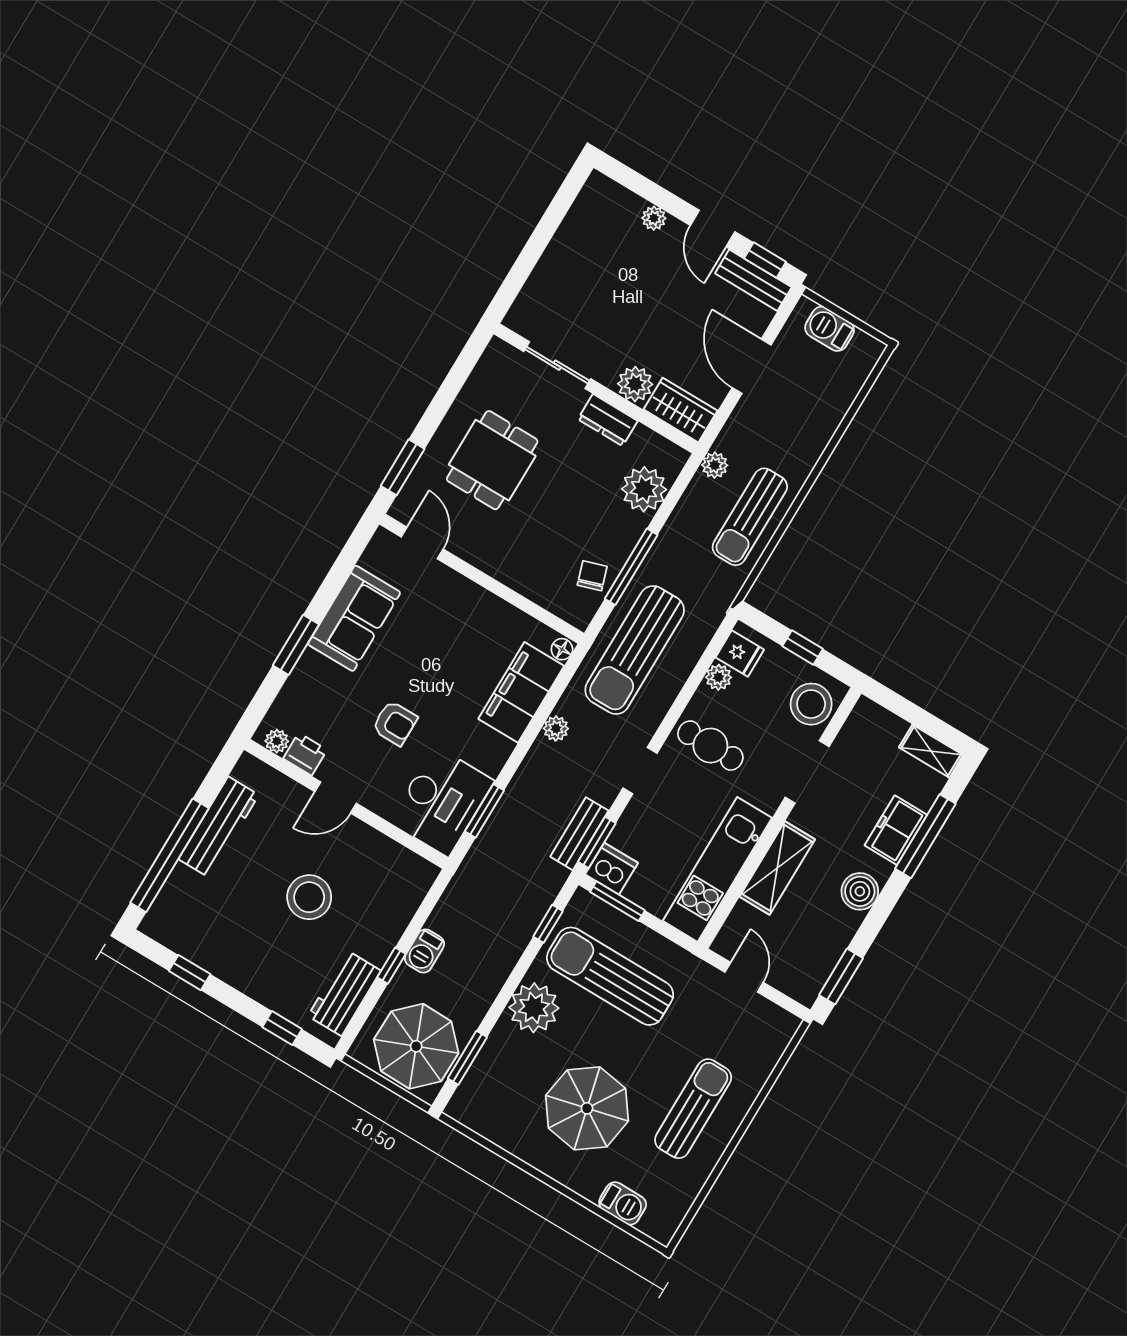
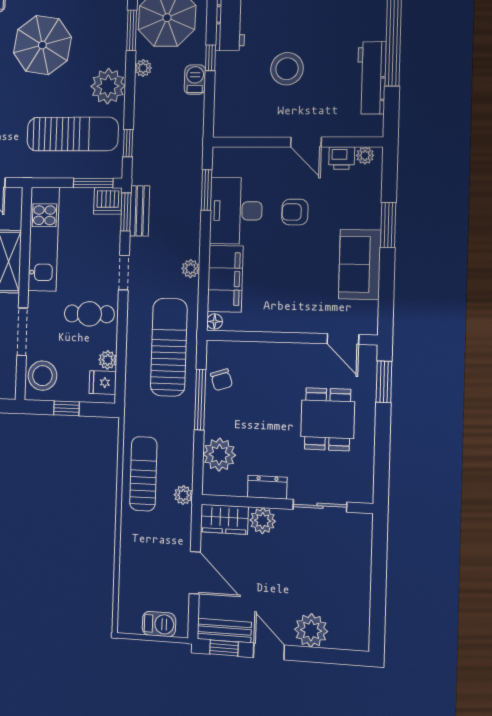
plant: (654, 218) -> (311, 630), width x1.88, depth x1.88
door: (336, 798) -> (306, 142), swing flipped
desk: (442, 801) -> (236, 211), moved
plant: (479, 1003) -> (143, 68), added

